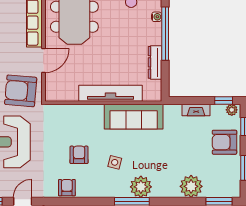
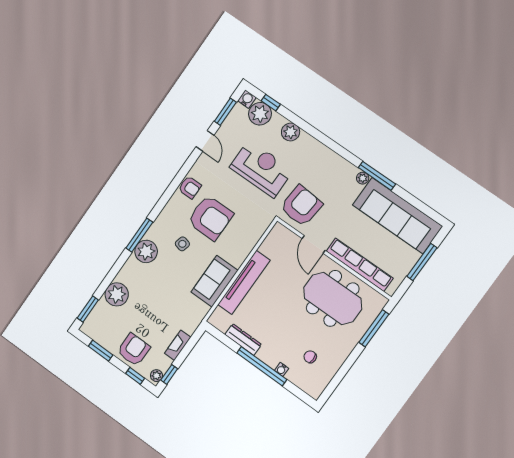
sofa: (134, 117) -> (215, 281), width x0.73
armchair: (79, 155) -> (210, 218), width x1.88, depth x1.88

